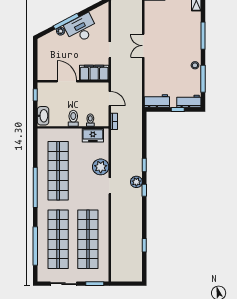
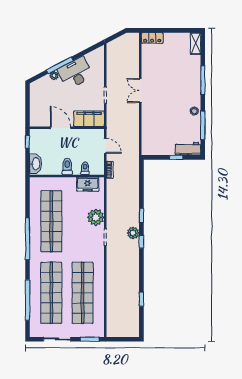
workbench: (157, 101) -> (154, 148), removed

